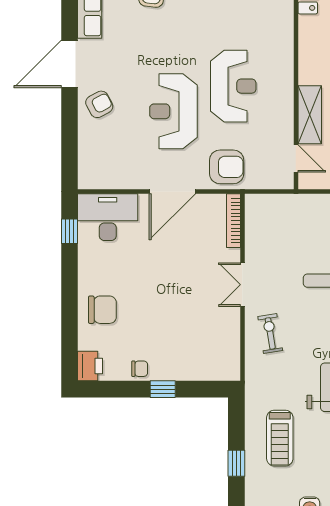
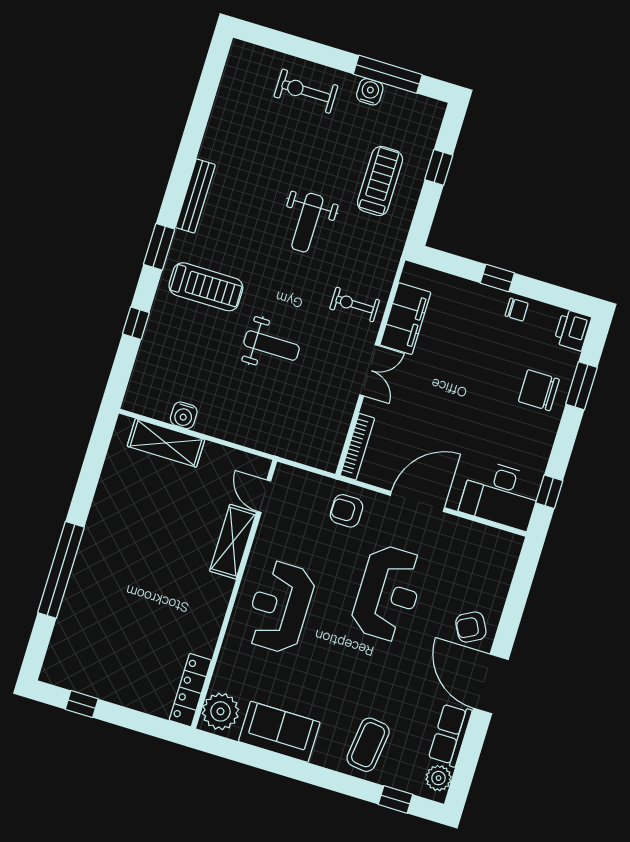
door: (69, 64) -> (491, 684), swing flipped
reception desk: (233, 86) -> (280, 607), moved
armchair: (227, 167) -> (346, 511), width x0.72, depth x0.72
window: (69, 324) -> (581, 386), added
exercise bike: (270, 333) -> (355, 304), turned 99
filing cabinet: (226, 334) -> (405, 319), added
chair: (140, 369) -> (517, 310), turned 180

